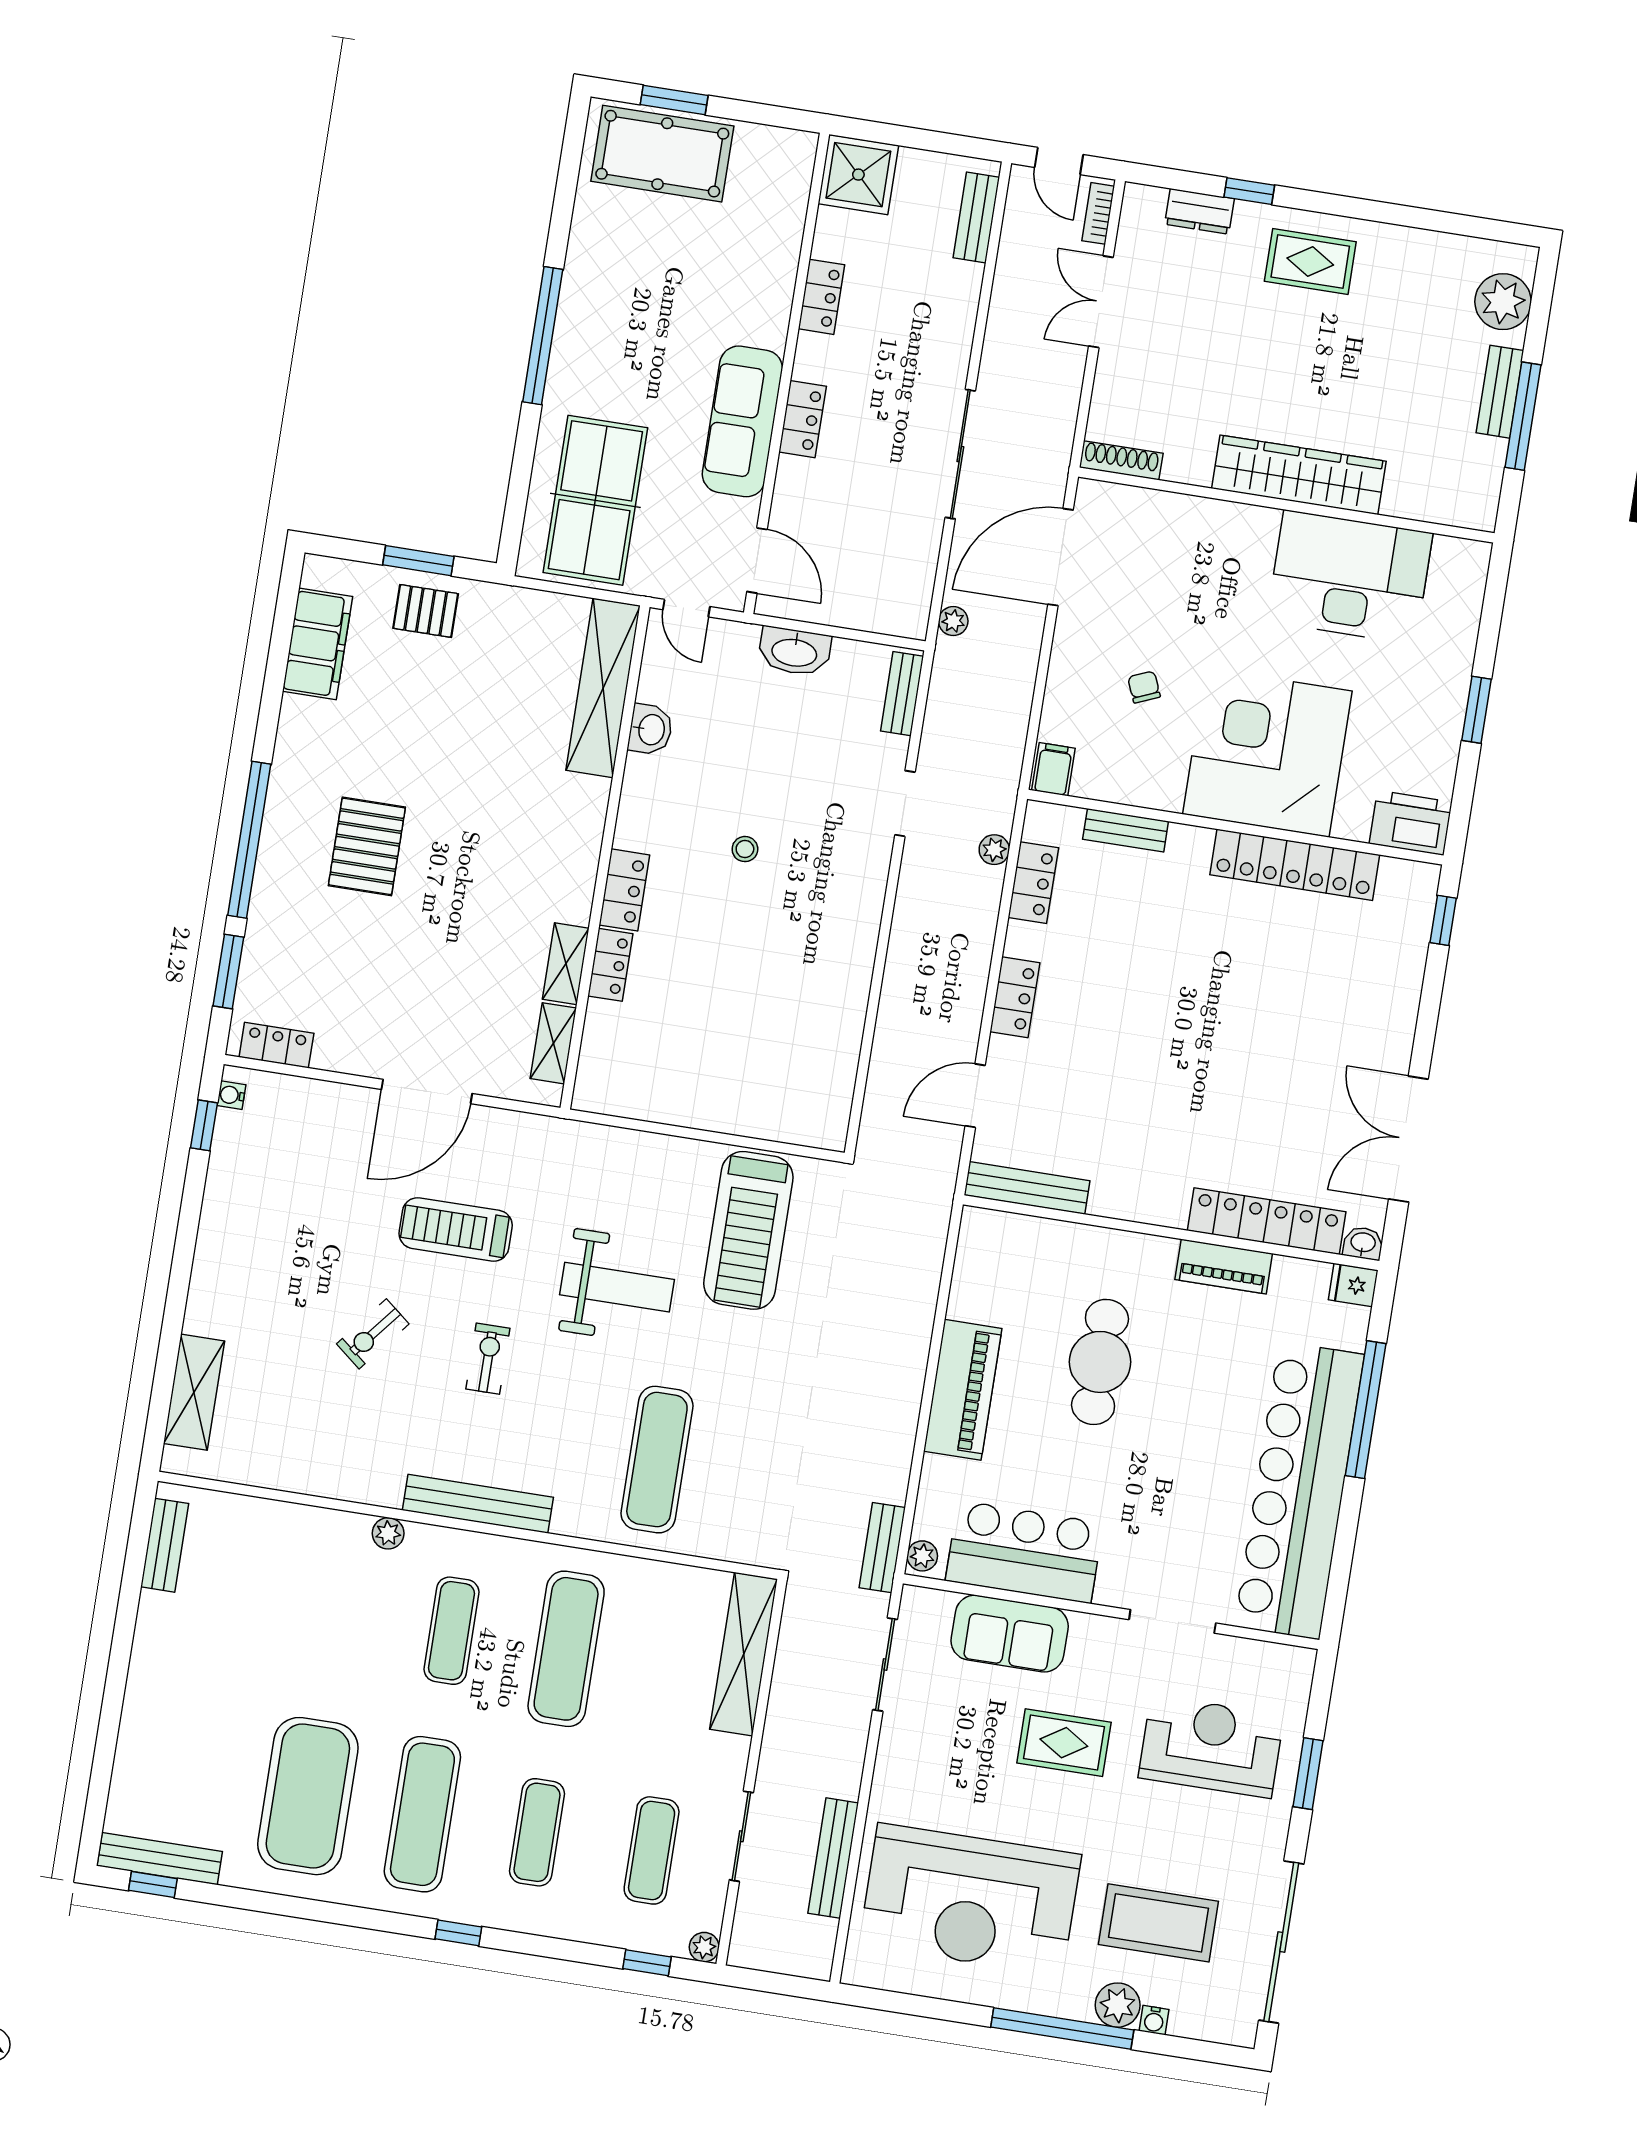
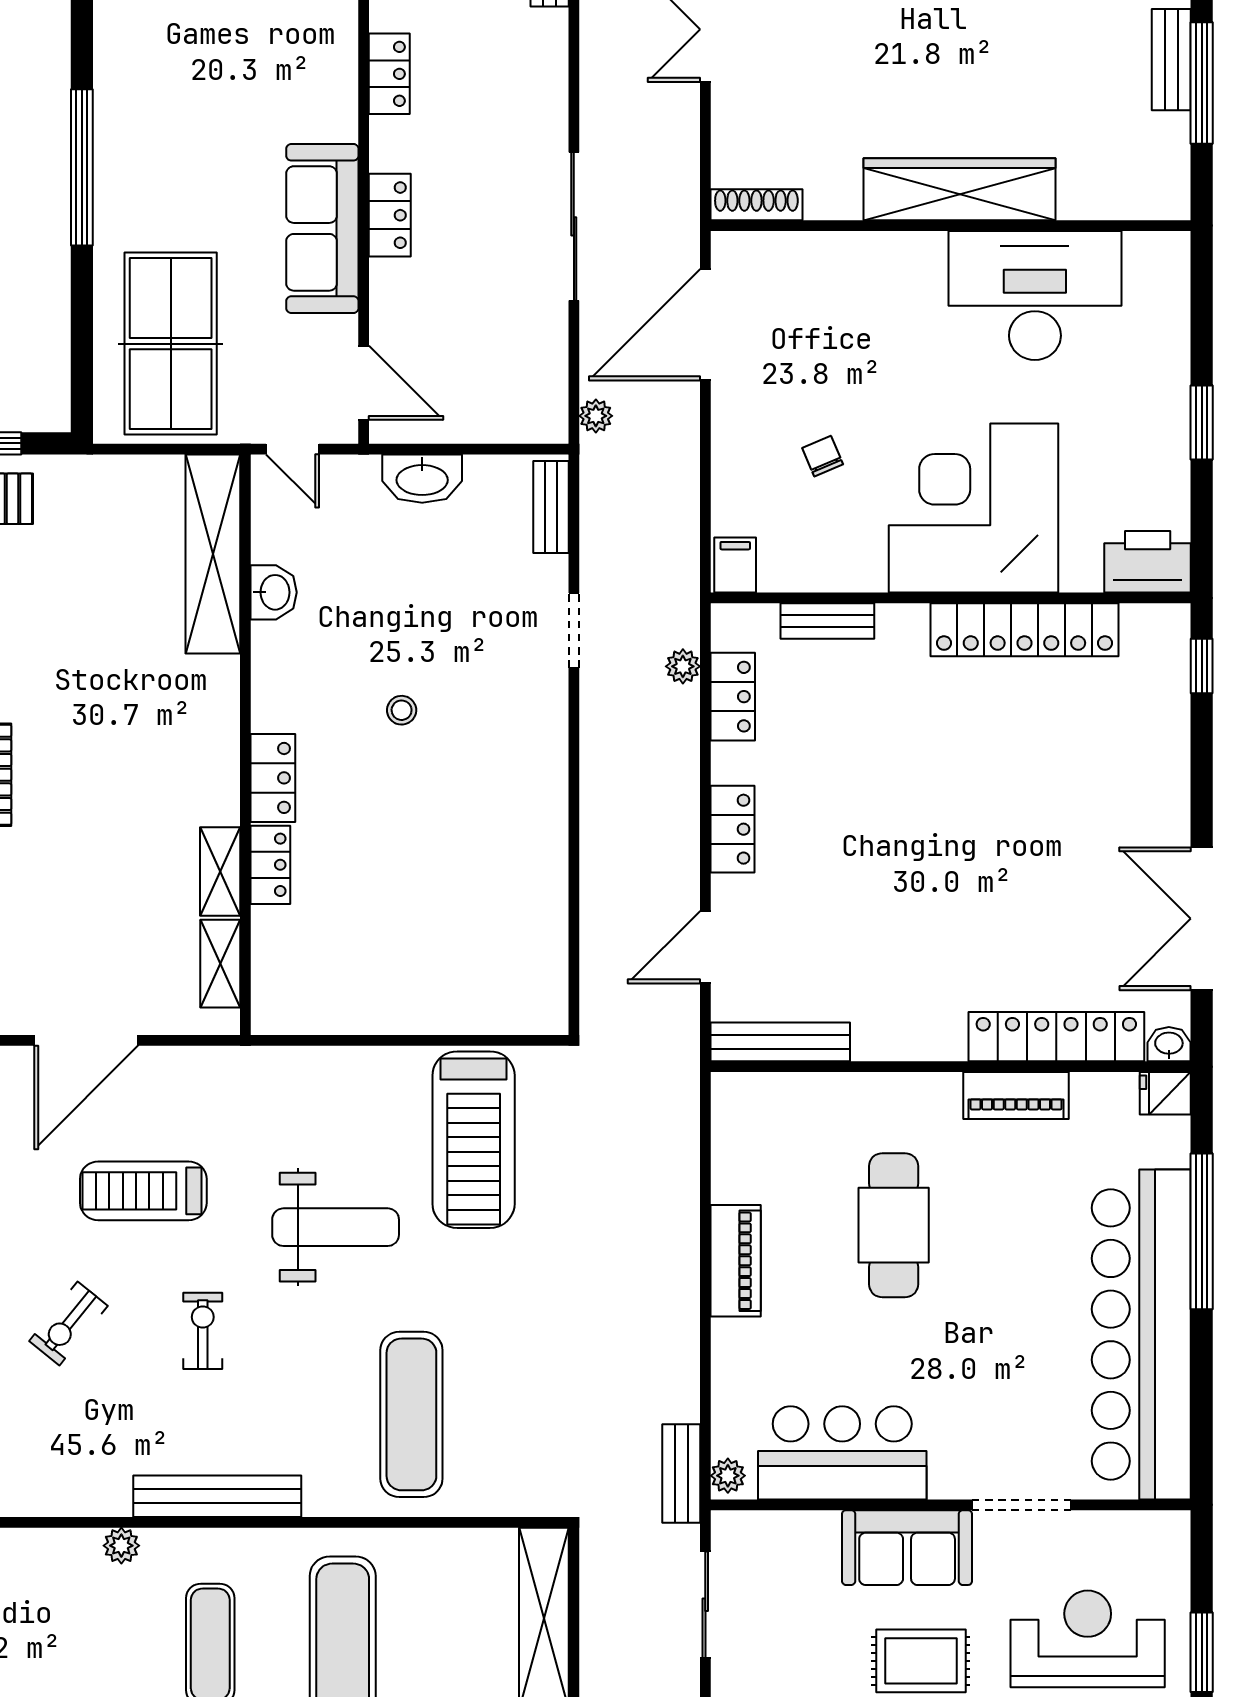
piano: (963, 1390) -> (736, 1261), width x0.73, depth x0.75
sofa: (1010, 1634) -> (907, 1548), moved

